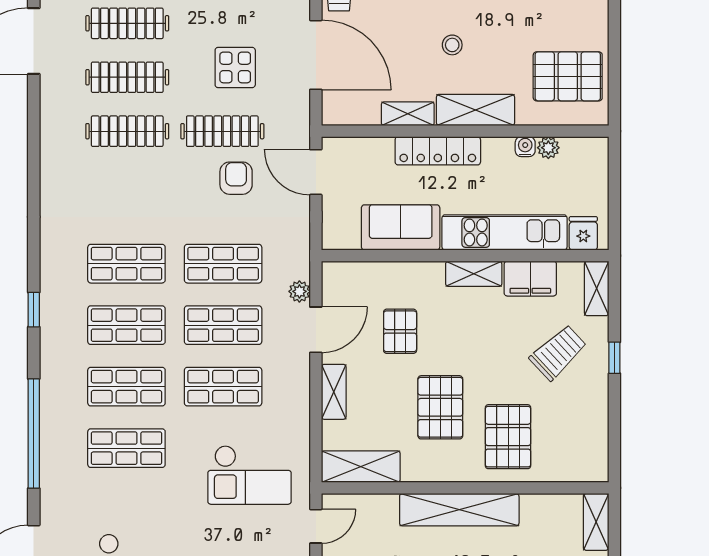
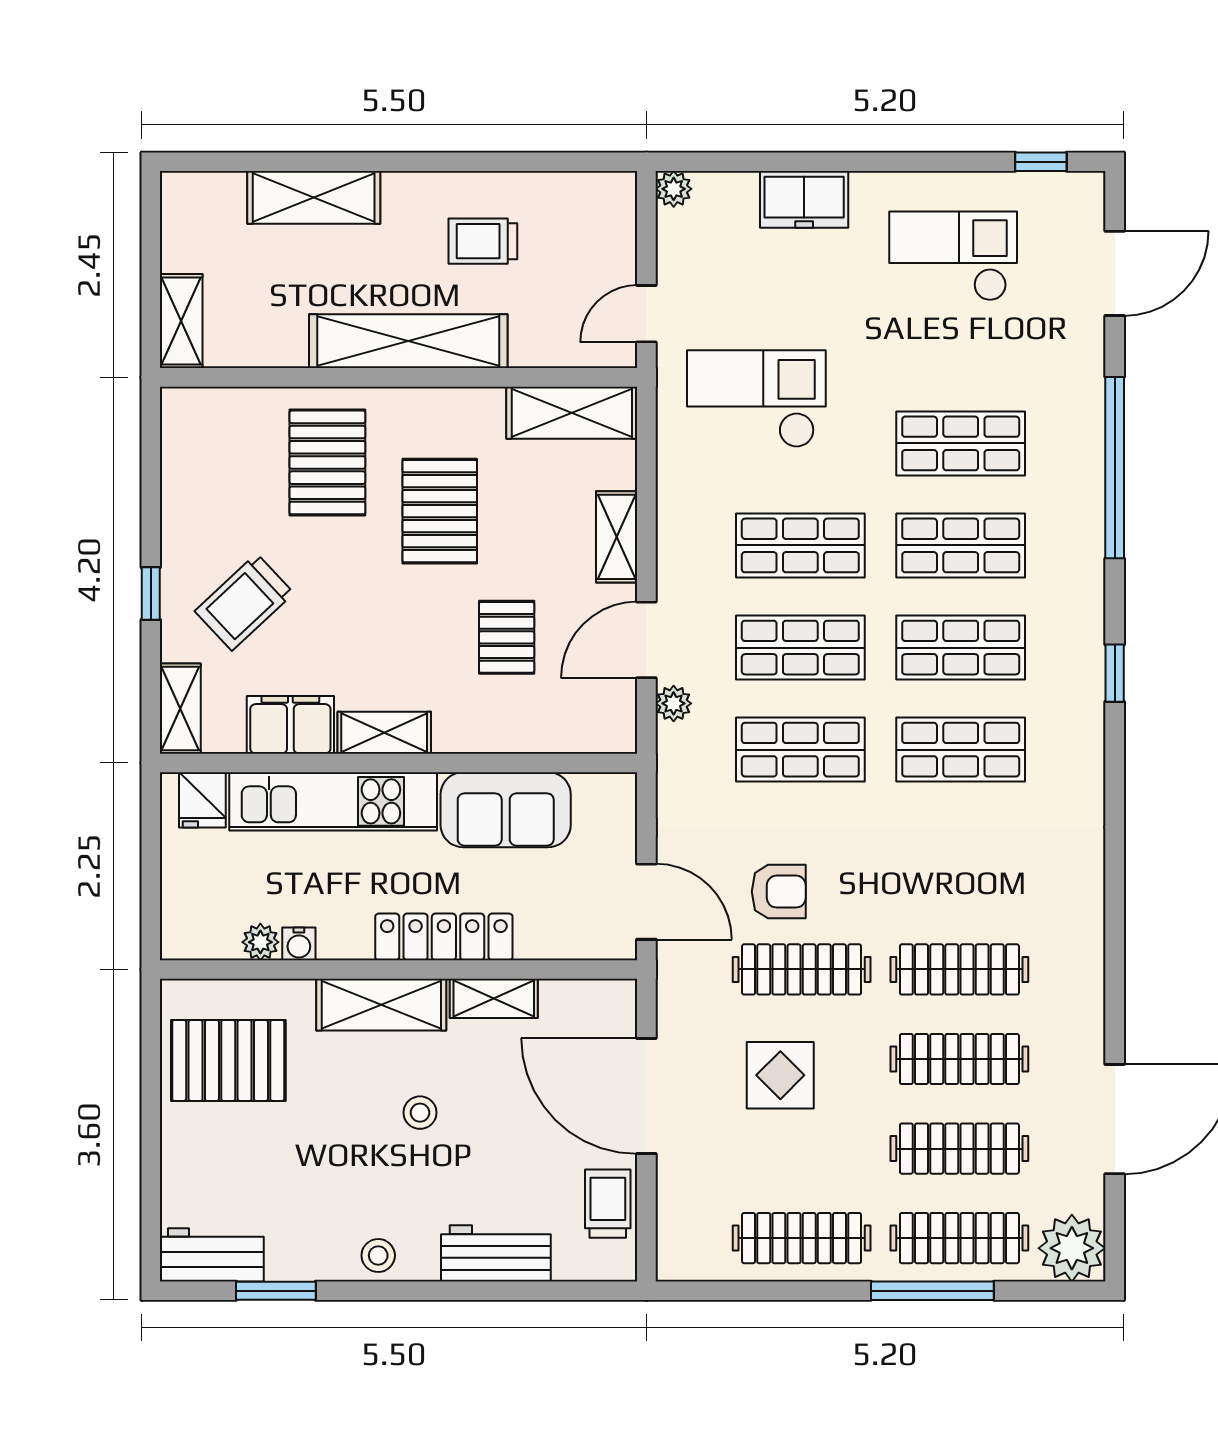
armchair: (236, 178) -> (779, 892), turned -90

